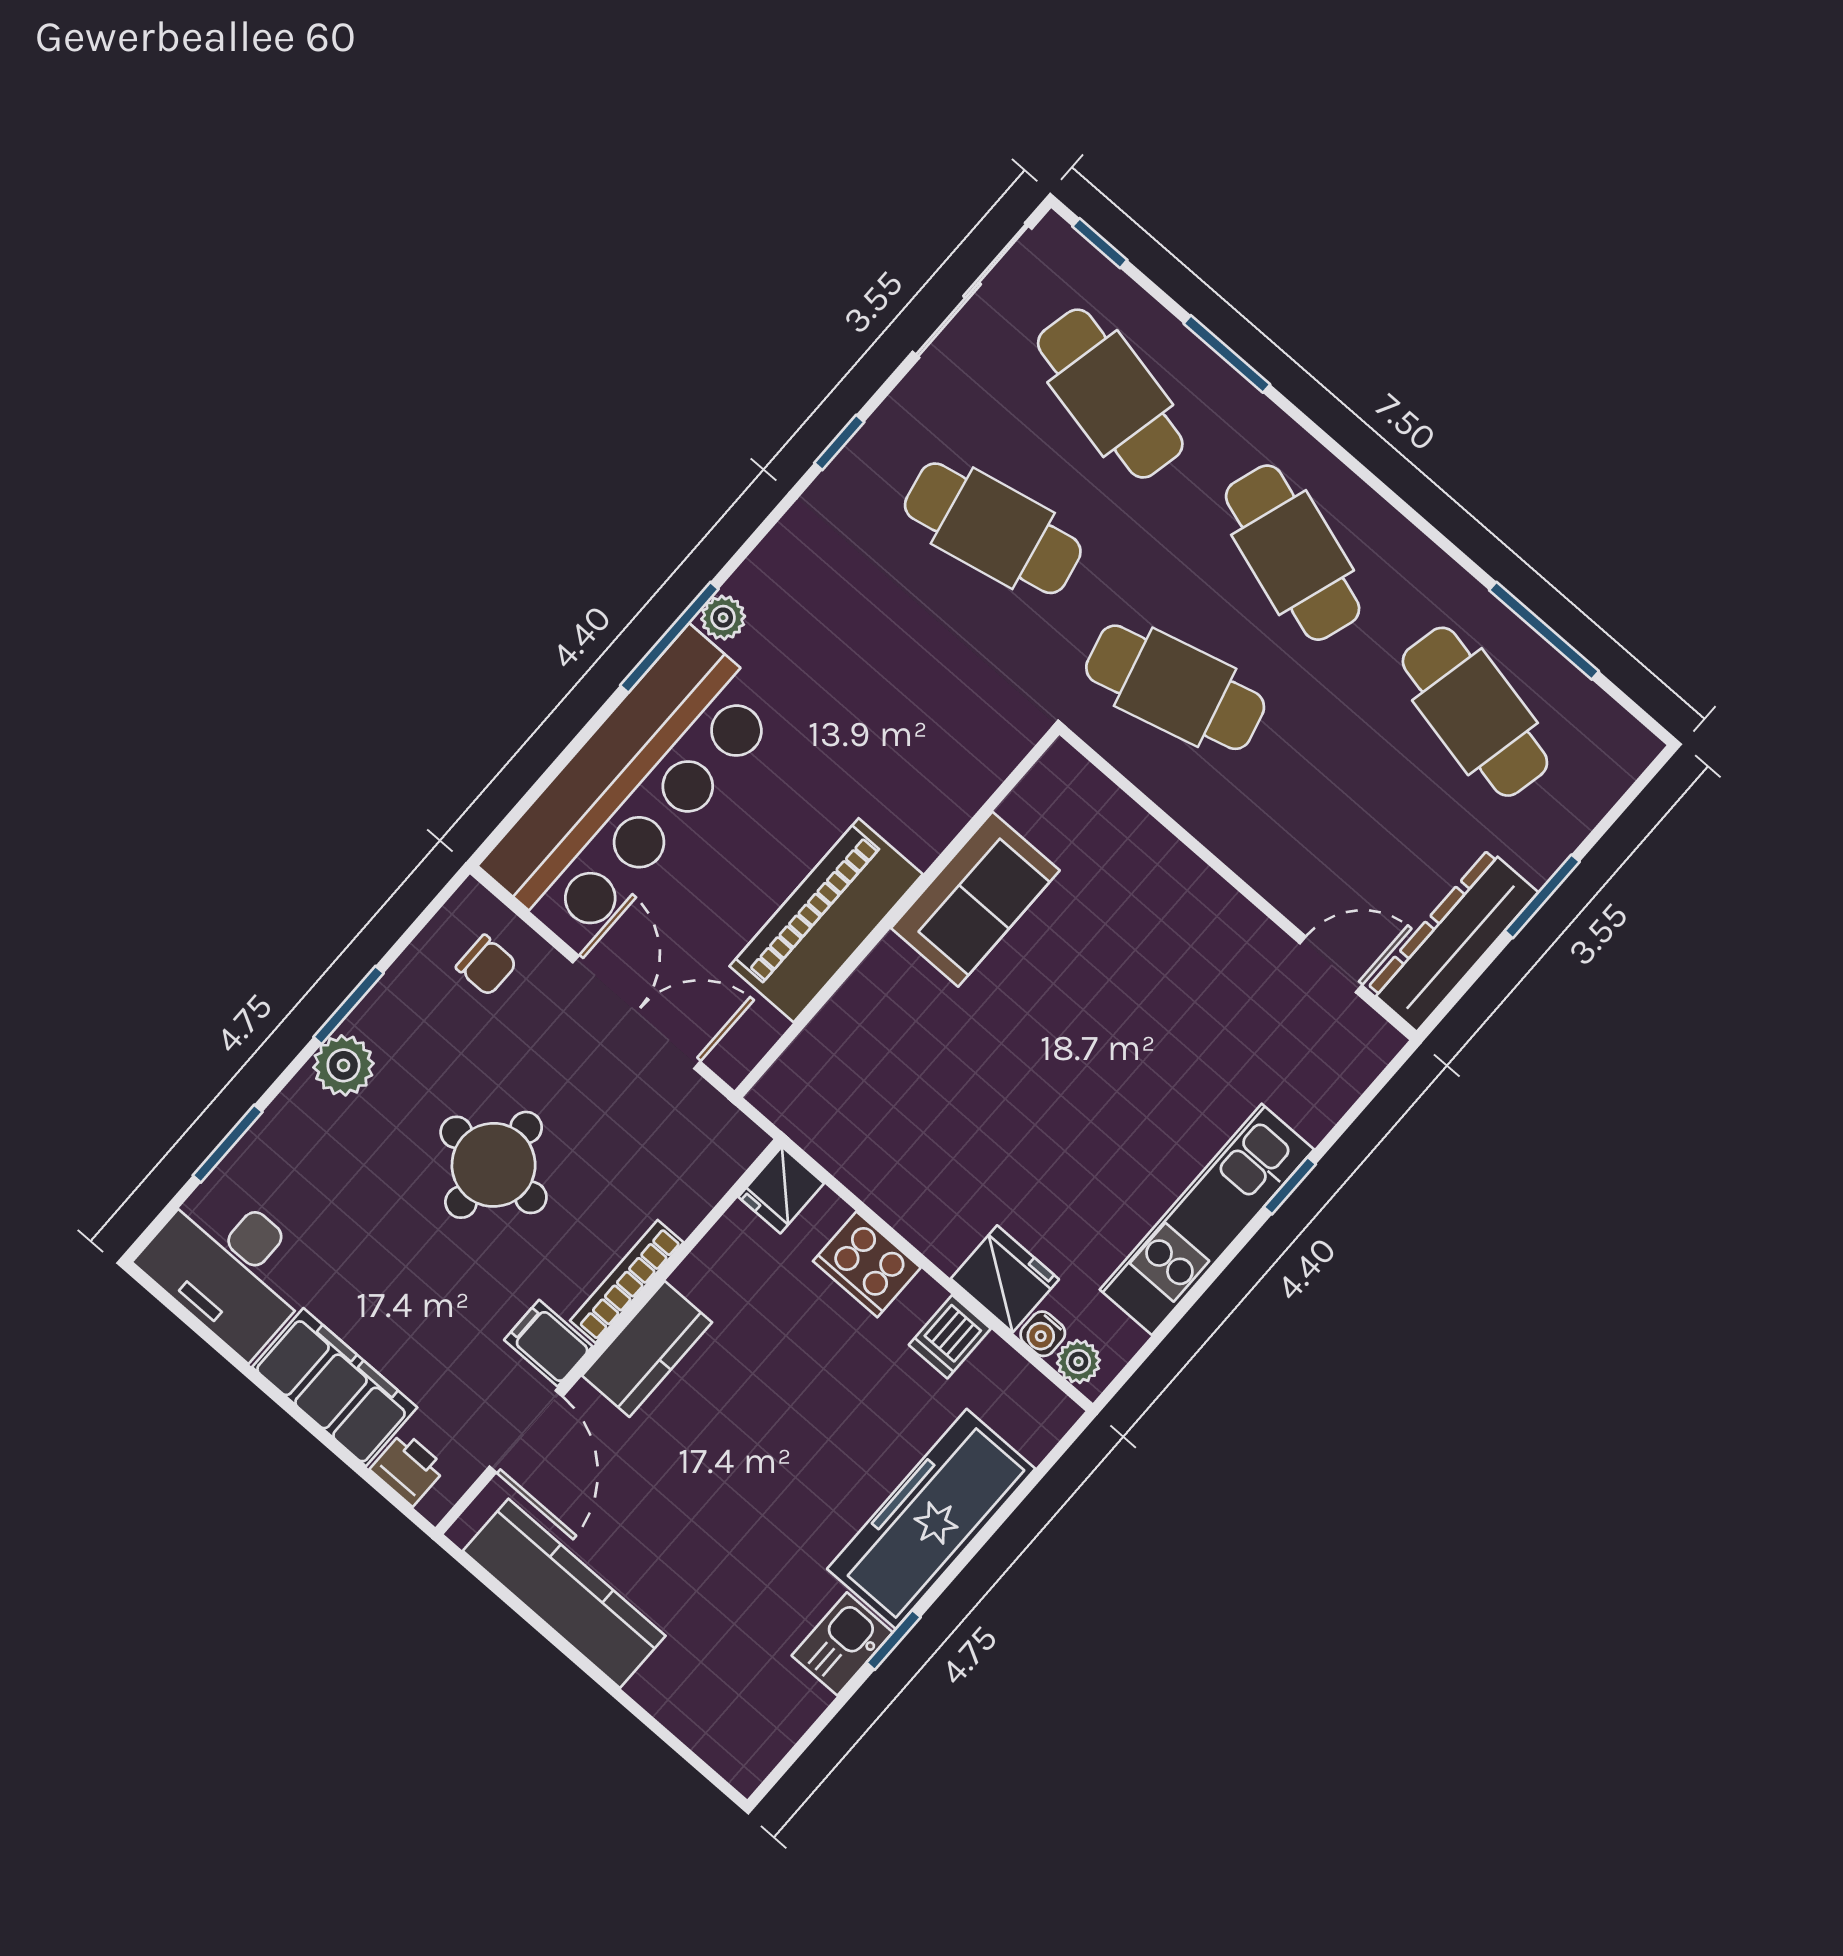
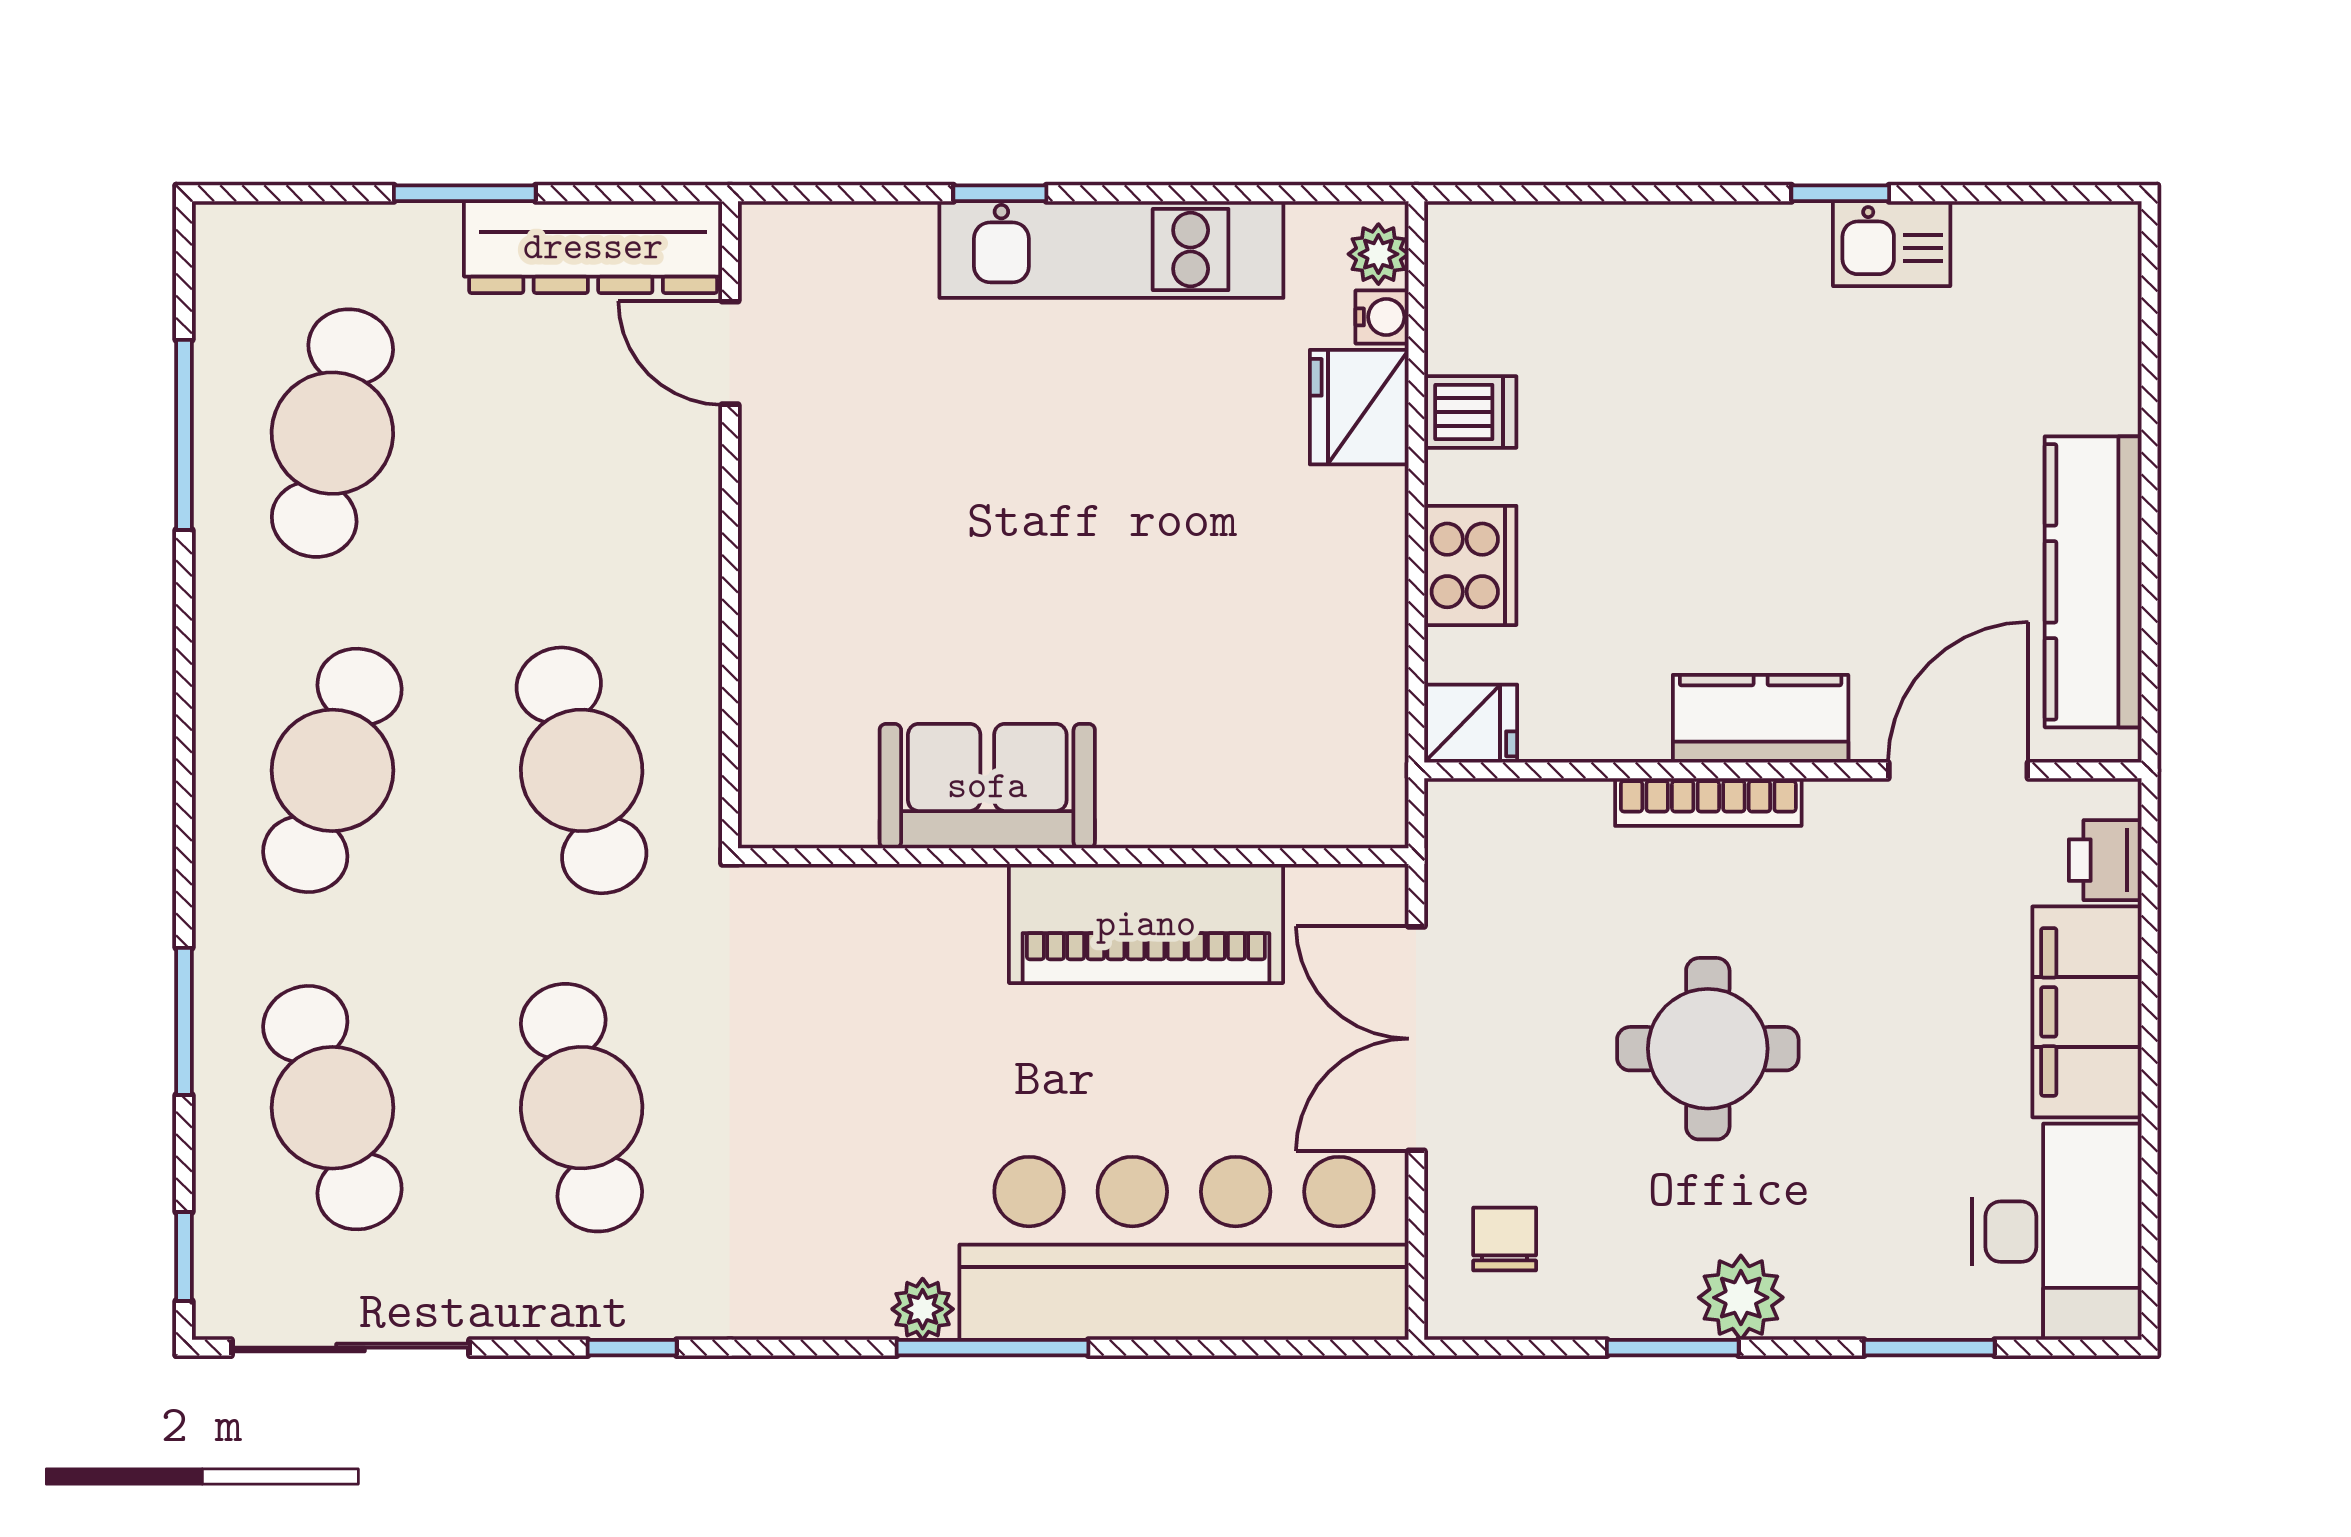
cafe table: (1110, 394) -> (332, 1108), turned -30
filing cabinet: (548, 1343) -> (1845, 828), removed
freezer: (931, 1519) -> (1679, 265), removed

